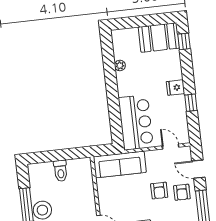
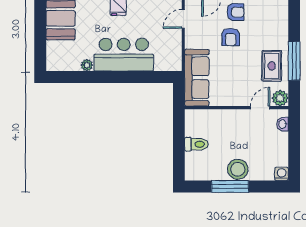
bar counter: (136, 122) -> (124, 55), moved
armchair: (159, 191) -> (231, 37), turned 90

